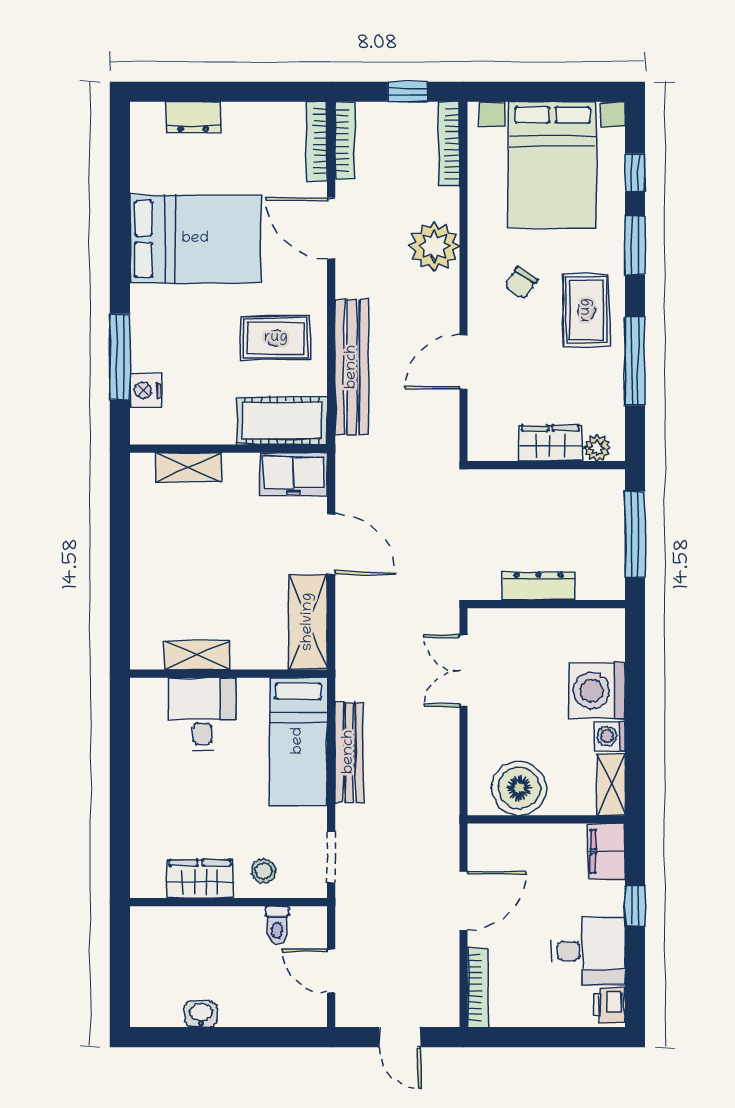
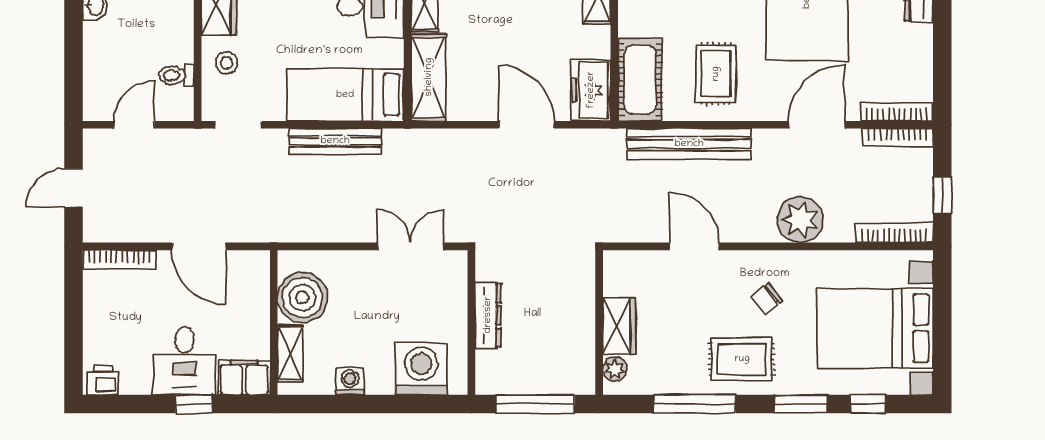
chair: (521, 283) -> (767, 299), turned -72
door: (331, 544) -> (526, 125), swing flipped
shelving: (308, 622) -> (429, 77), moved, turned 90
washing machine: (597, 691) -> (421, 369), moved
shelving: (611, 785) -> (290, 353), moved, turned 90
desk: (588, 951) -> (185, 361), moved

